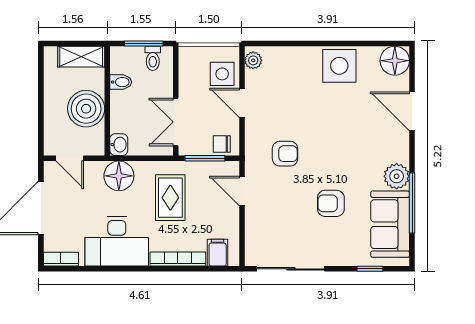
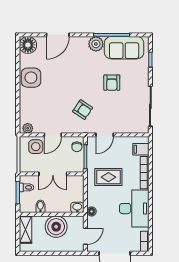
double door: (176, 122) -> (53, 174), moved
armchair: (285, 154) -> (83, 110), turned 124
floor lamp: (119, 176) -> (92, 211), width x0.53, depth x0.53

